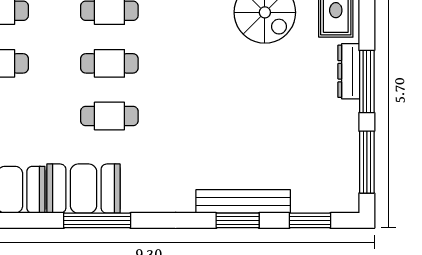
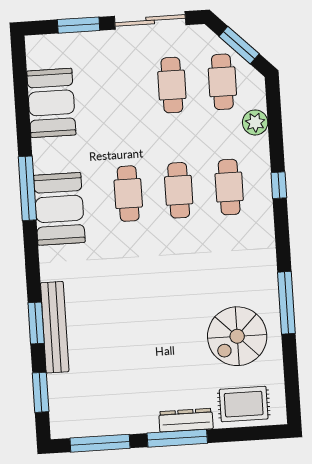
booth: (83, 189) -> (59, 209), moved

